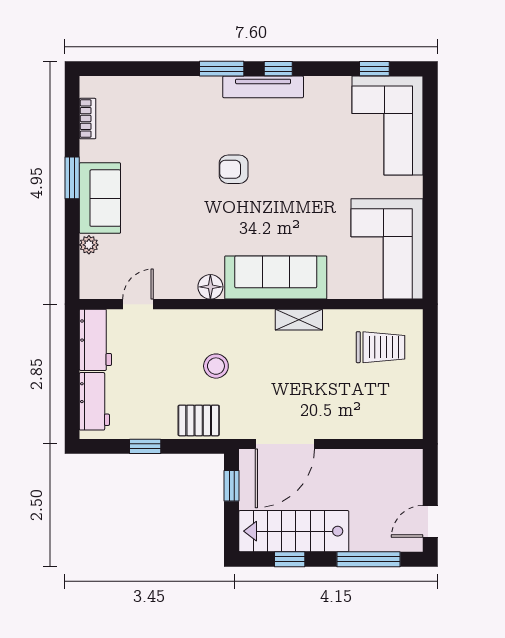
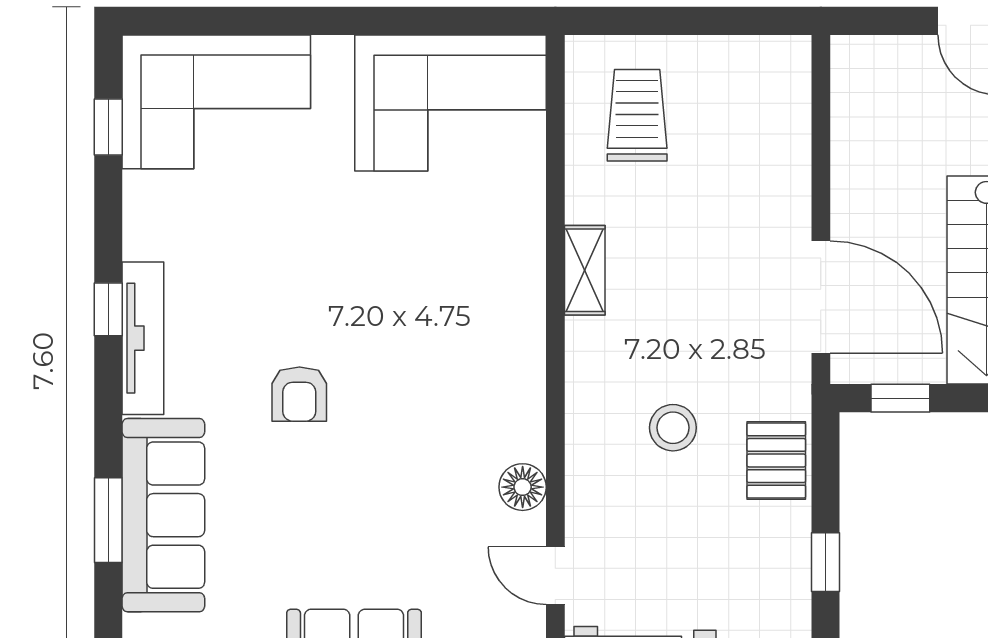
window: (222, 69) -> (108, 520), moved
sofa: (276, 278) -> (163, 515), moved, turned 180
floor lamp: (210, 287) -> (523, 487), moved

